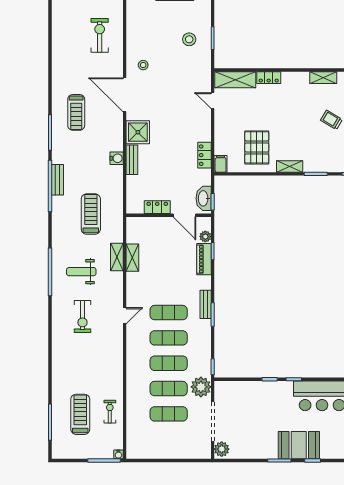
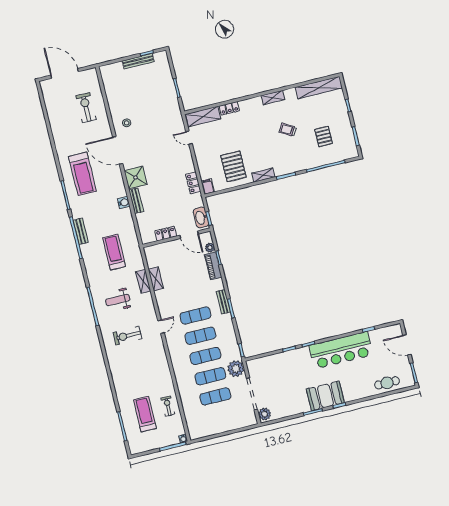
stool: (189, 39) -> (158, 93), removed
treadmill: (76, 112) -> (82, 174), width x1.37, depth x1.38
exercise bike: (82, 317) -> (127, 336), turned 90

